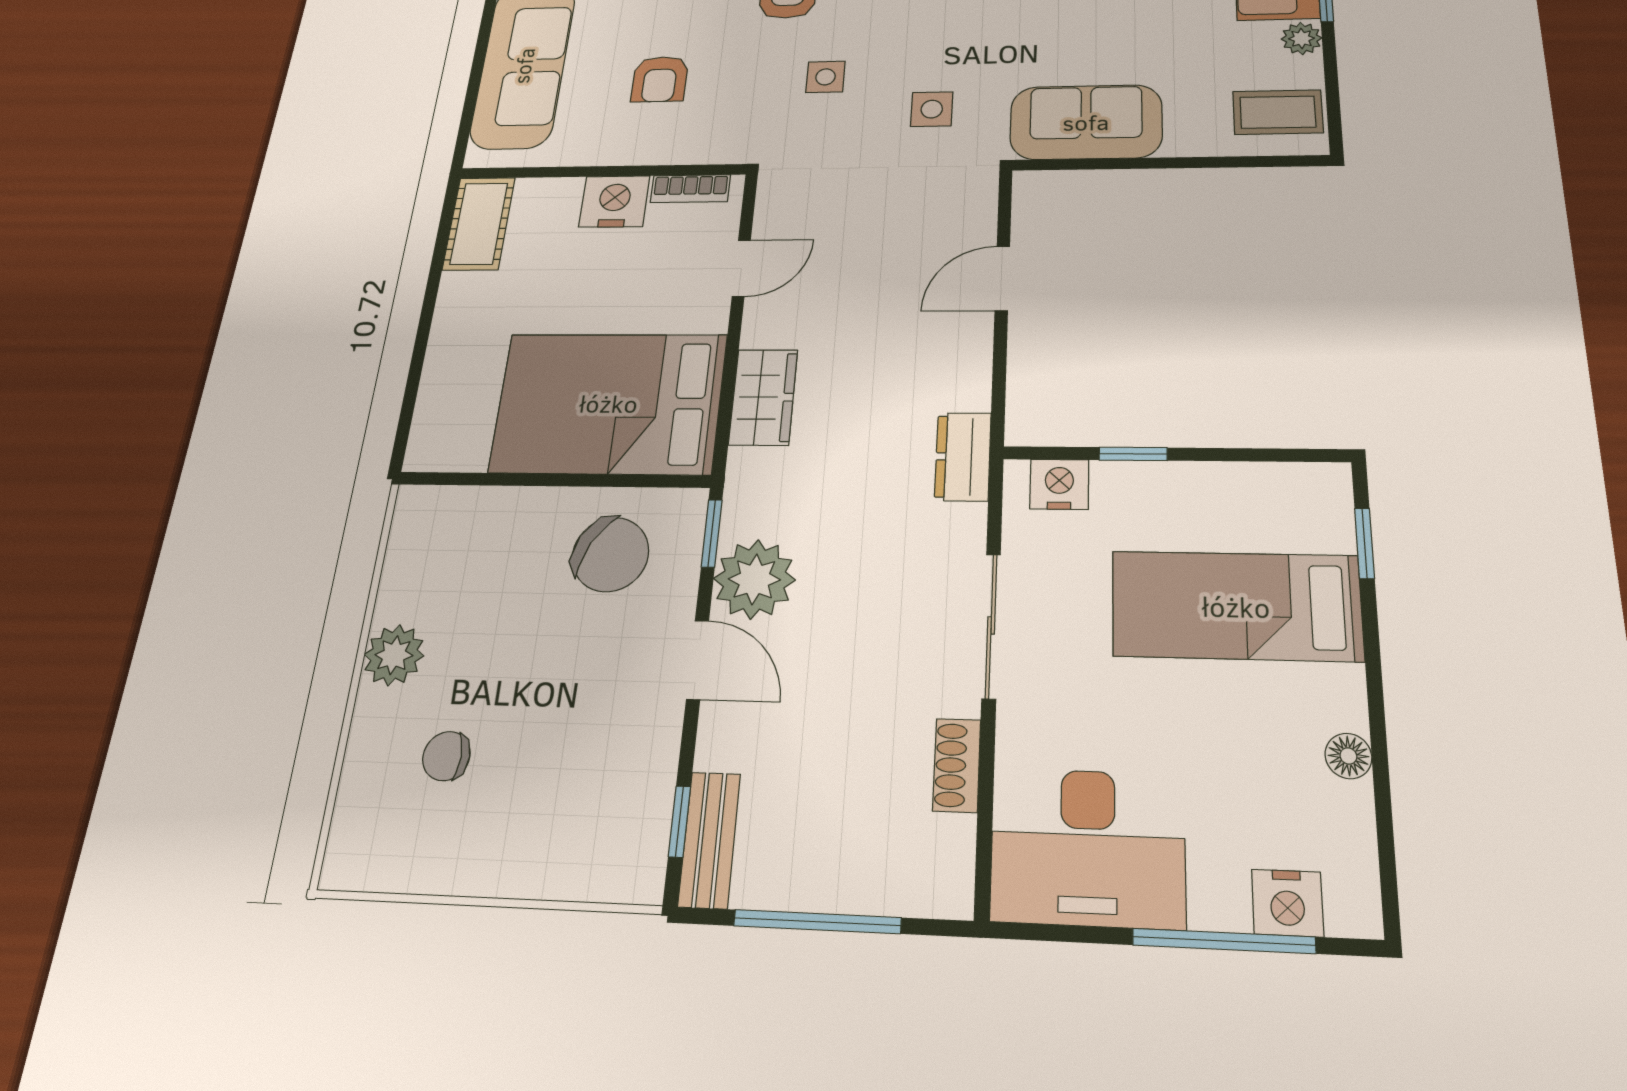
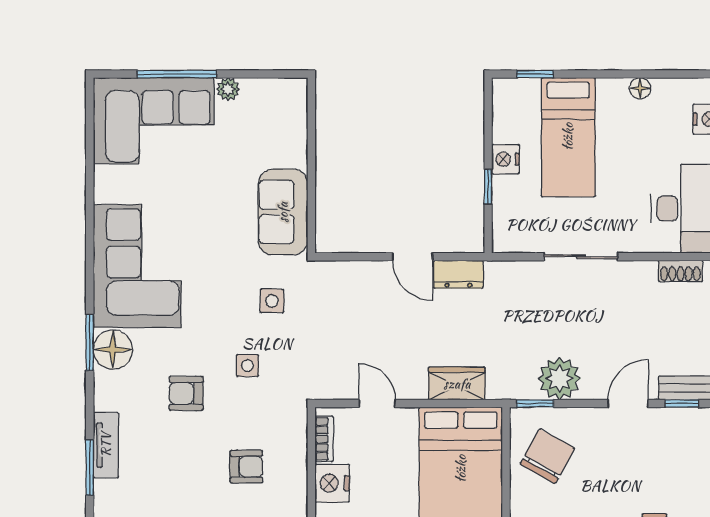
coffee table: (1278, 112) -> (279, 105), removed
door: (1002, 278) -> (413, 257), moved
dresser: (963, 457) -> (458, 274), moved
nightstand: (1059, 484) -> (505, 159), moved
door: (698, 660) -> (628, 404), moved
shoe rack: (957, 765) -> (680, 271), moved

